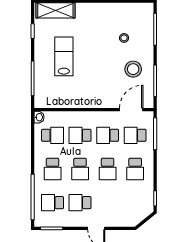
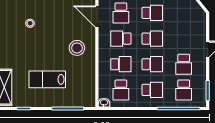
stool: (133, 69) -> (77, 48), moved
school desk: (53, 135) -> (121, 90), turned 180
school desk: (80, 135) -> (121, 64), turned -90
school desk: (108, 135) -> (121, 39), turned 90

